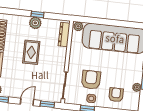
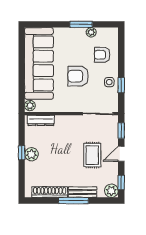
rug: (31, 52) -> (92, 155), moved, turned 90
armchair: (91, 80) -> (78, 76), moved
door: (27, 102) -> (121, 154), hinge flipped

